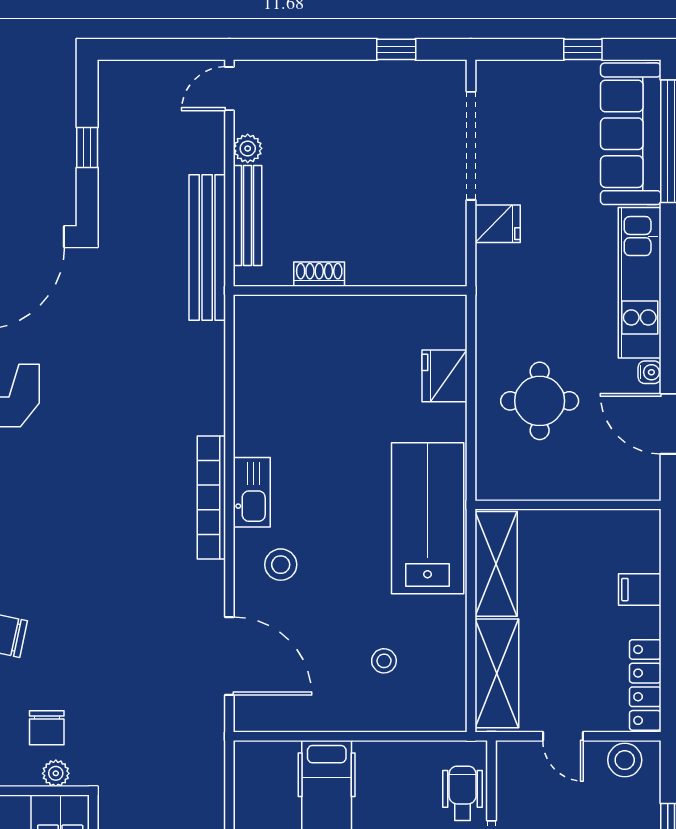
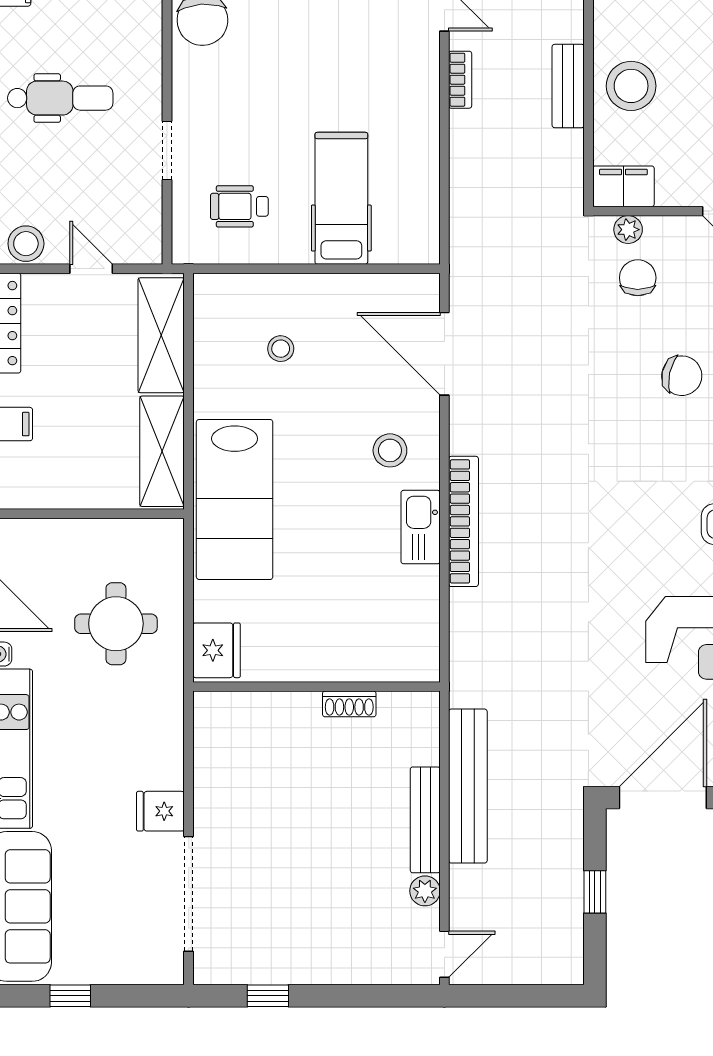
shoe rack: (319, 274) -> (349, 704), moved
wall: (350, 290) -> (316, 687), moved
wheelchair: (463, 793) -> (239, 206), moved, turned 90

